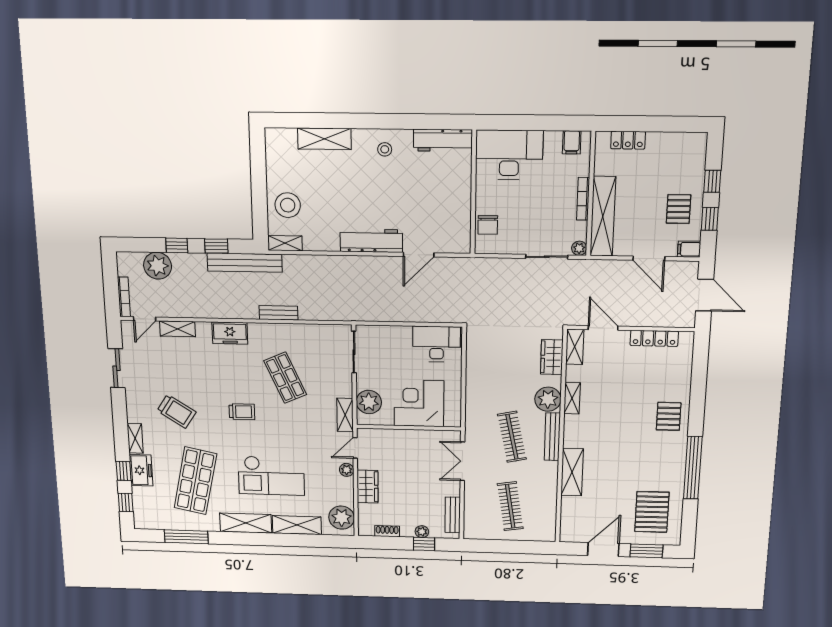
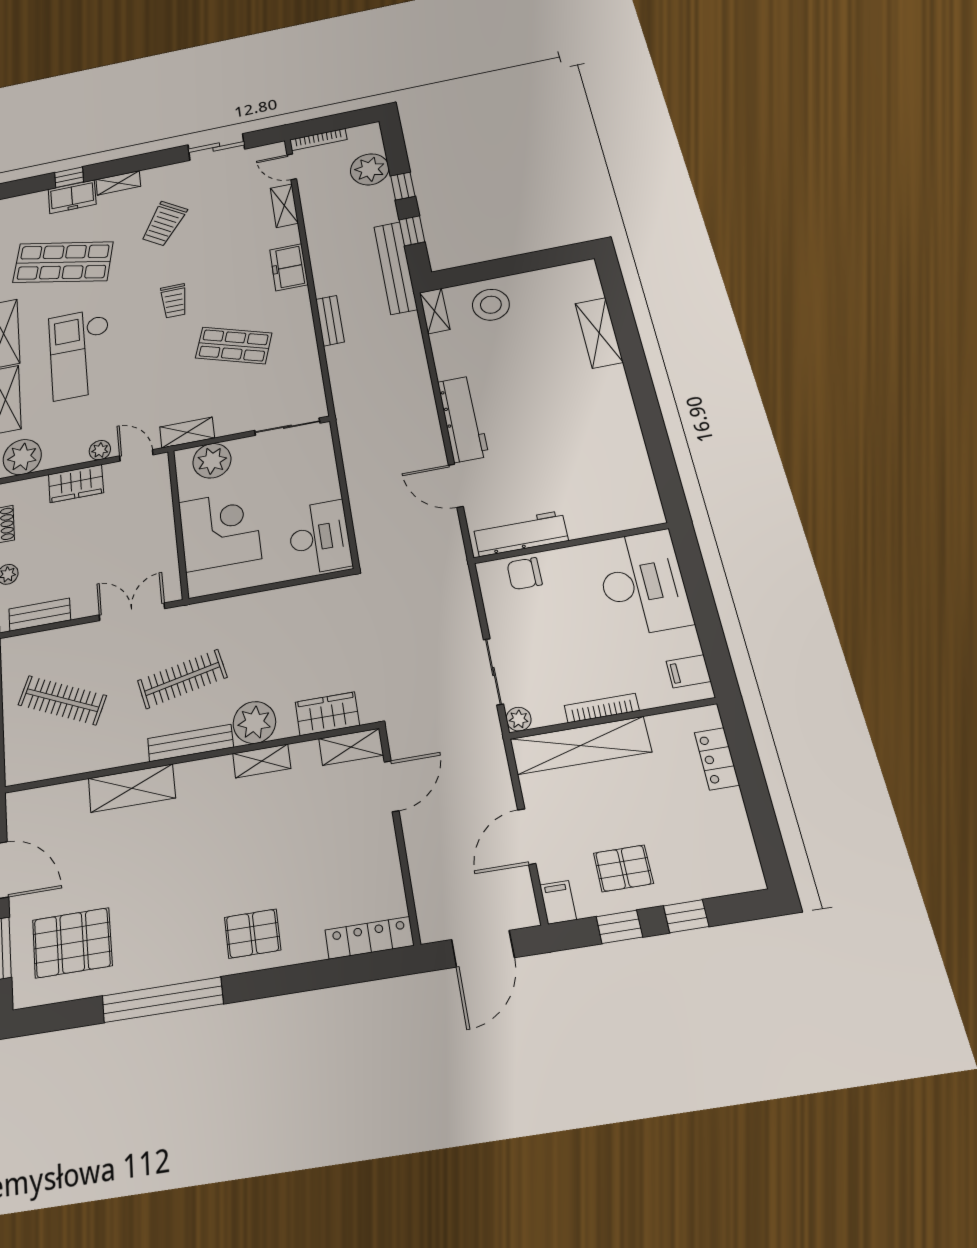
workbench: (443, 140) -> (521, 534), moved, turned 90
stool: (385, 149) -> (605, 411), removed
locker: (654, 338) -> (369, 938), moved, turned 90
shop shelf: (285, 378) -> (234, 345), turned 42
window: (126, 502) -> (23, 187), removed
clothes rail: (510, 506) -> (62, 700), turned 33

